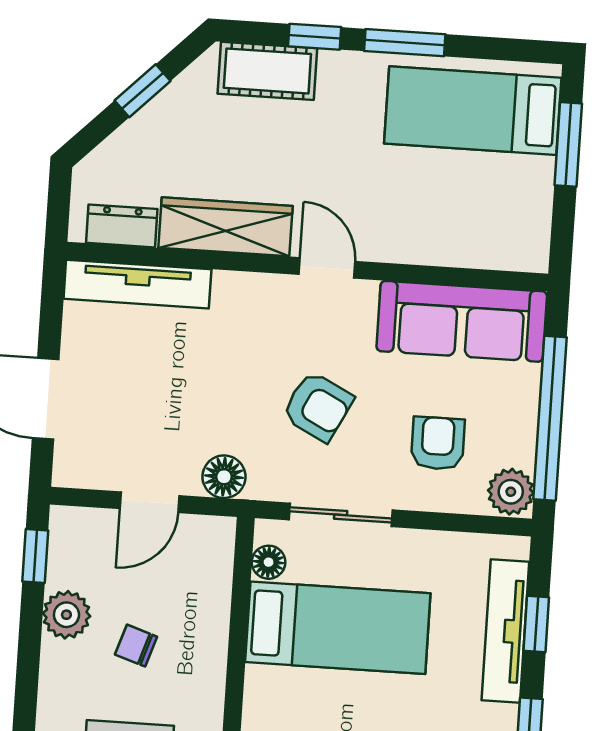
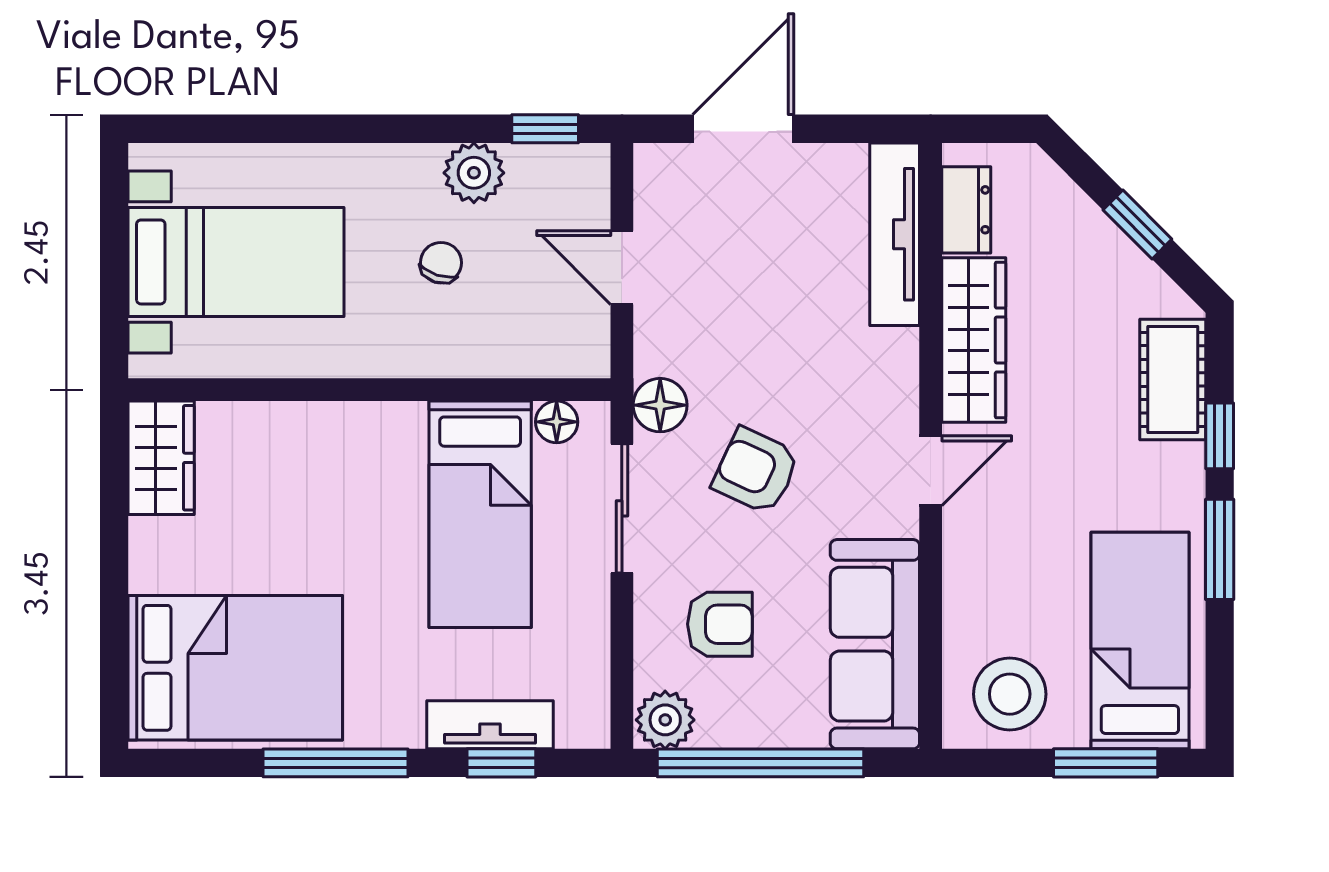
stool: (508, 217) -> (1010, 694), added
armchair: (318, 407) -> (756, 471), turned 88
floor lamp: (224, 477) -> (660, 405), moved
tv unit: (505, 631) -> (490, 725), width x0.71

